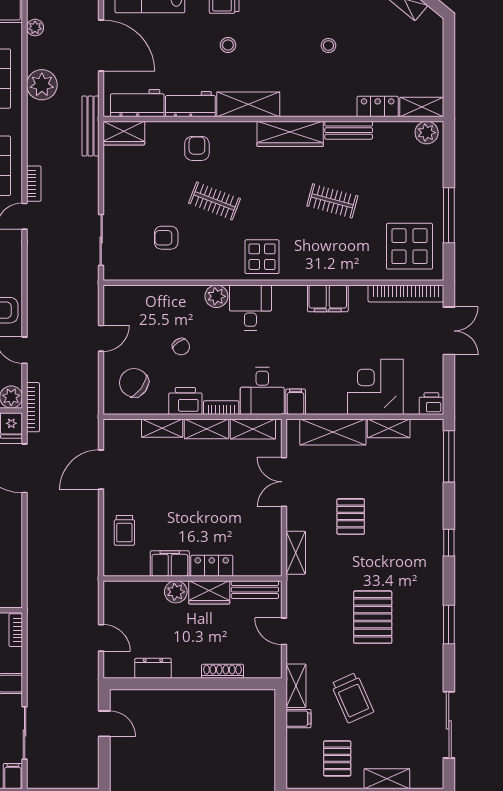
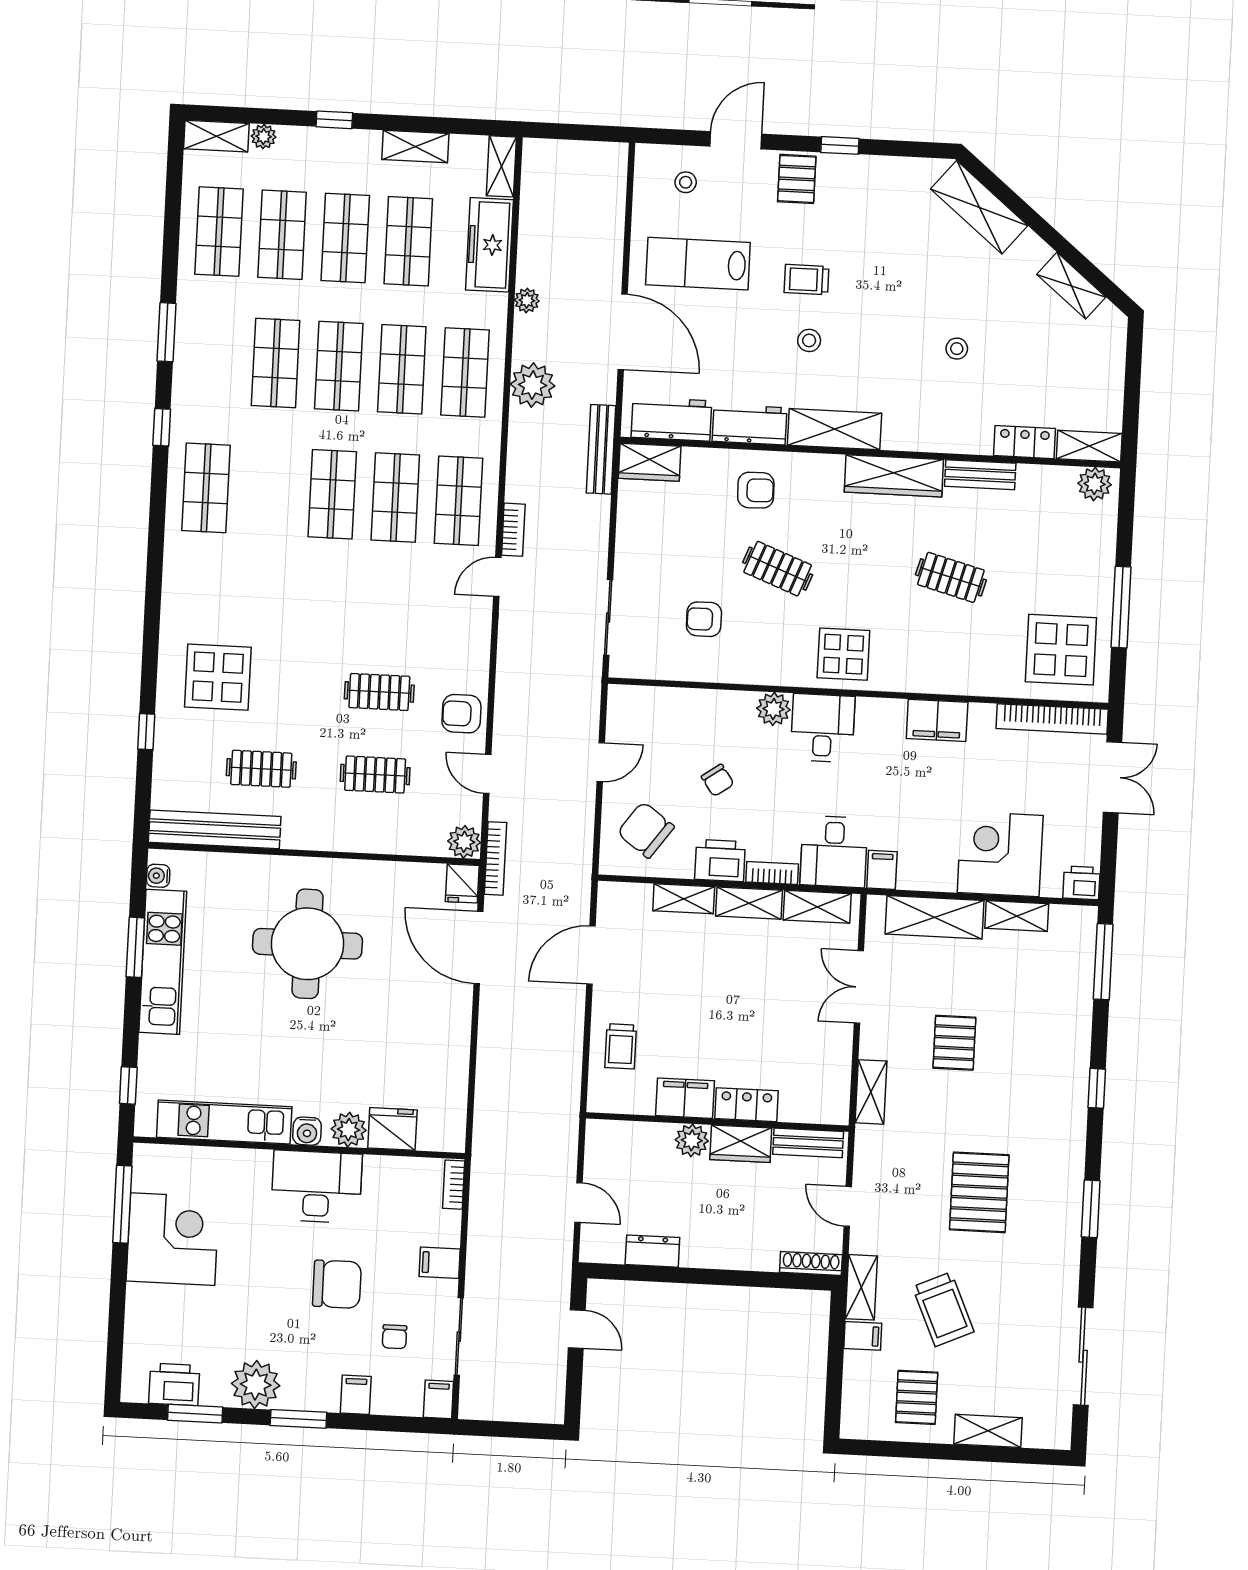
armchair: (197, 148) -> (756, 490), turned 89
shoe rack: (223, 671) -> (811, 1264), moved

